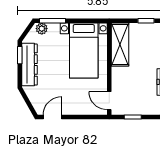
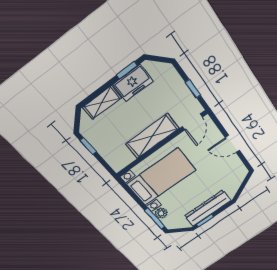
plant: (42, 29) -> (161, 213), moved
shelving: (120, 44) -> (152, 136), moved
door: (52, 117) -> (232, 144), moved

